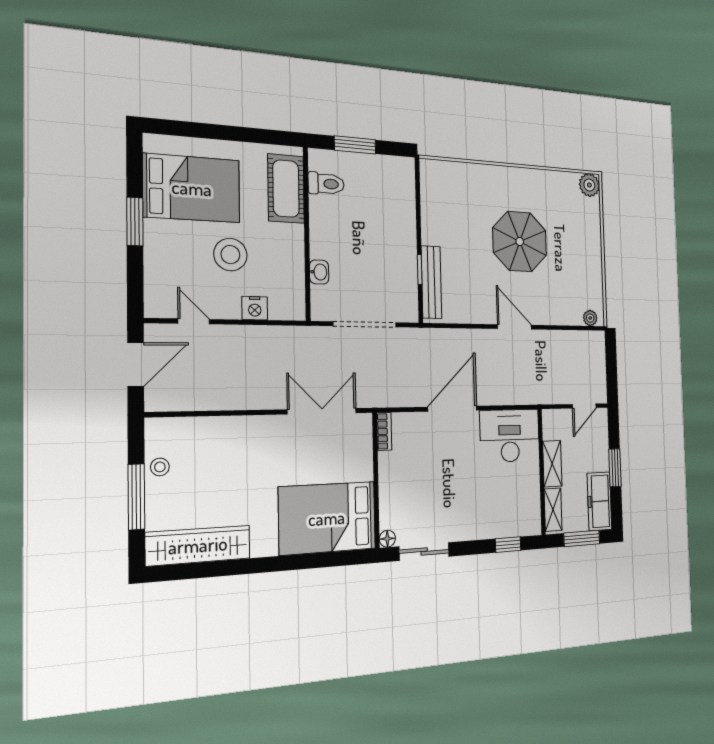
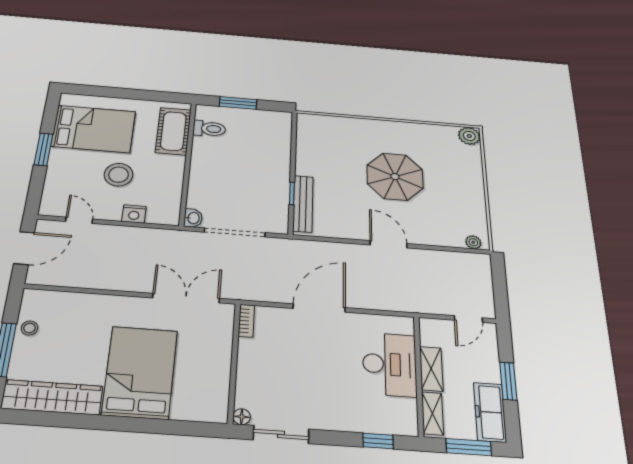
washbasin: (319, 272) -> (193, 218), moved
desk: (510, 436) -> (390, 364), moved, turned 90
bed: (327, 518) -> (140, 372), moved, turned 90

